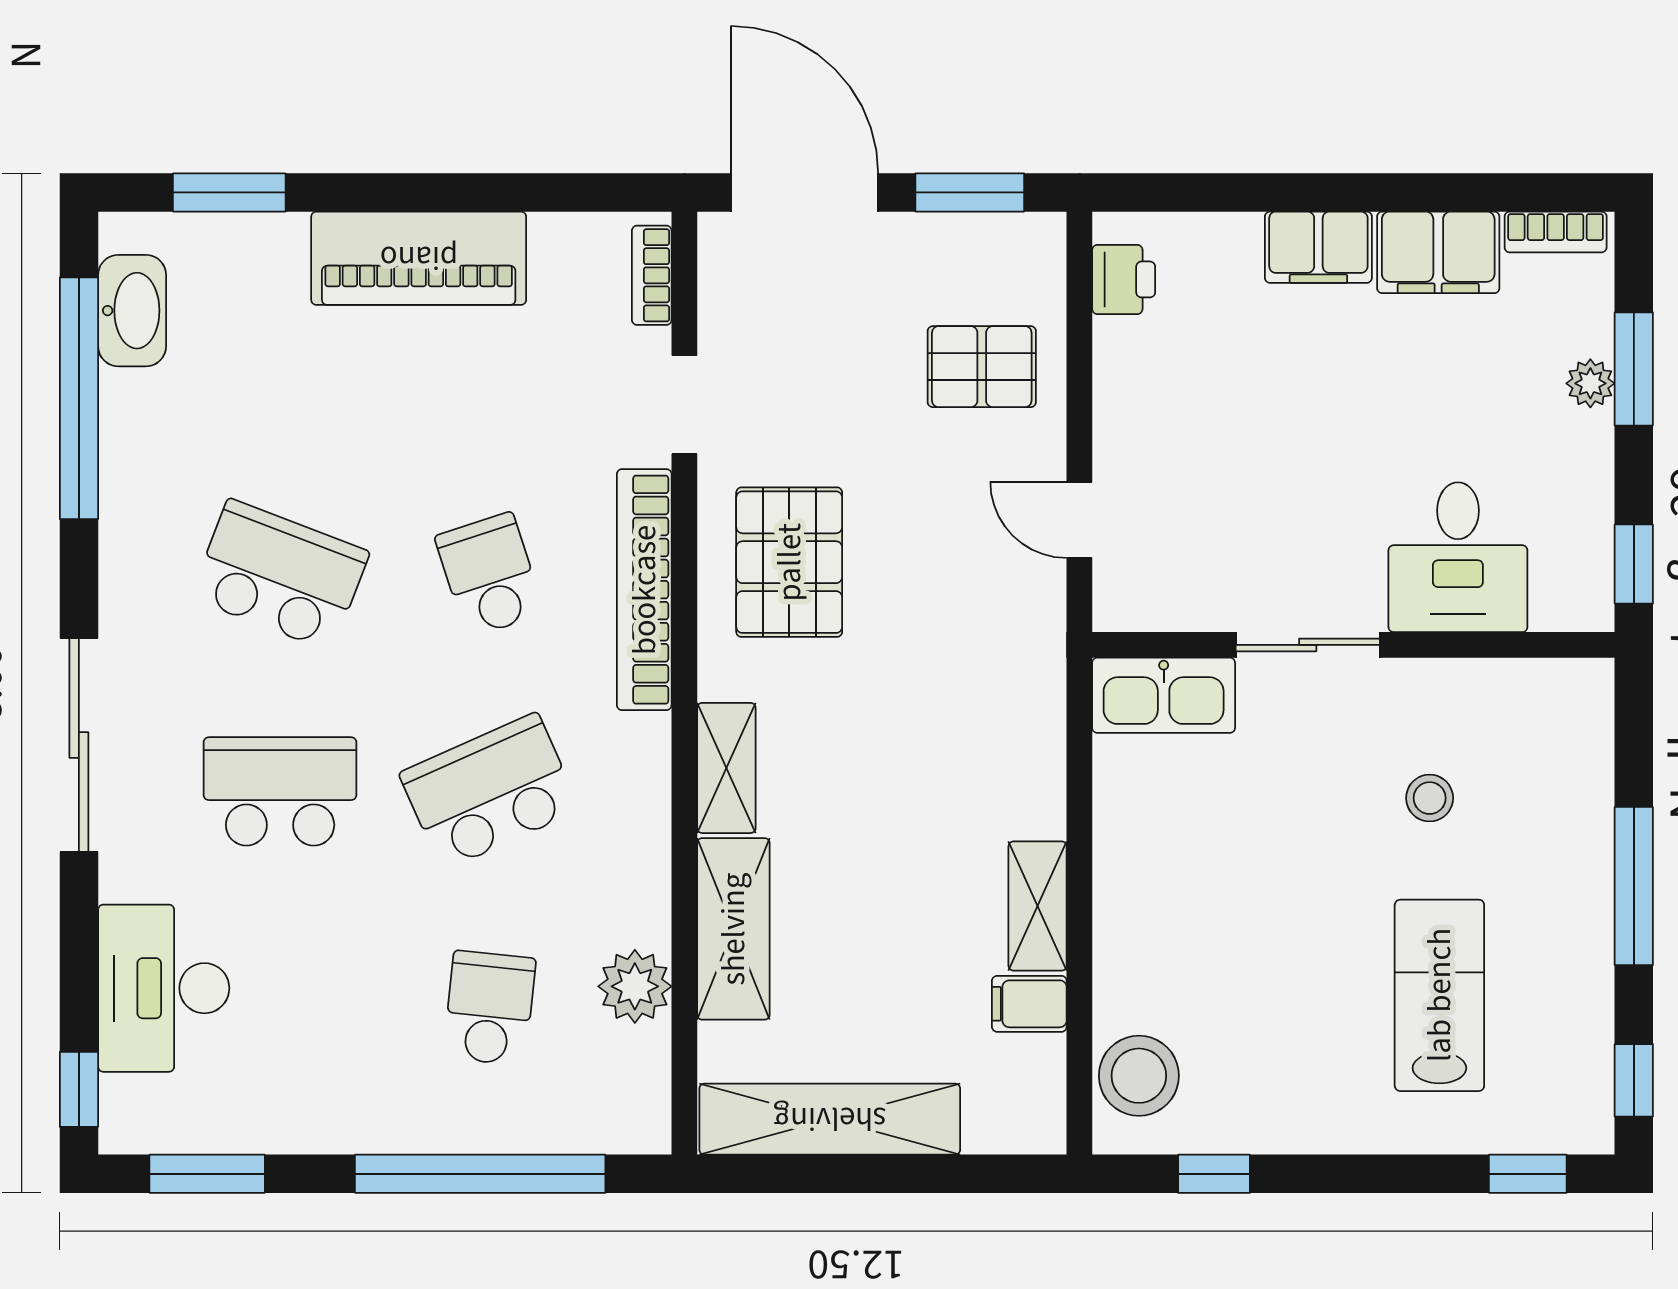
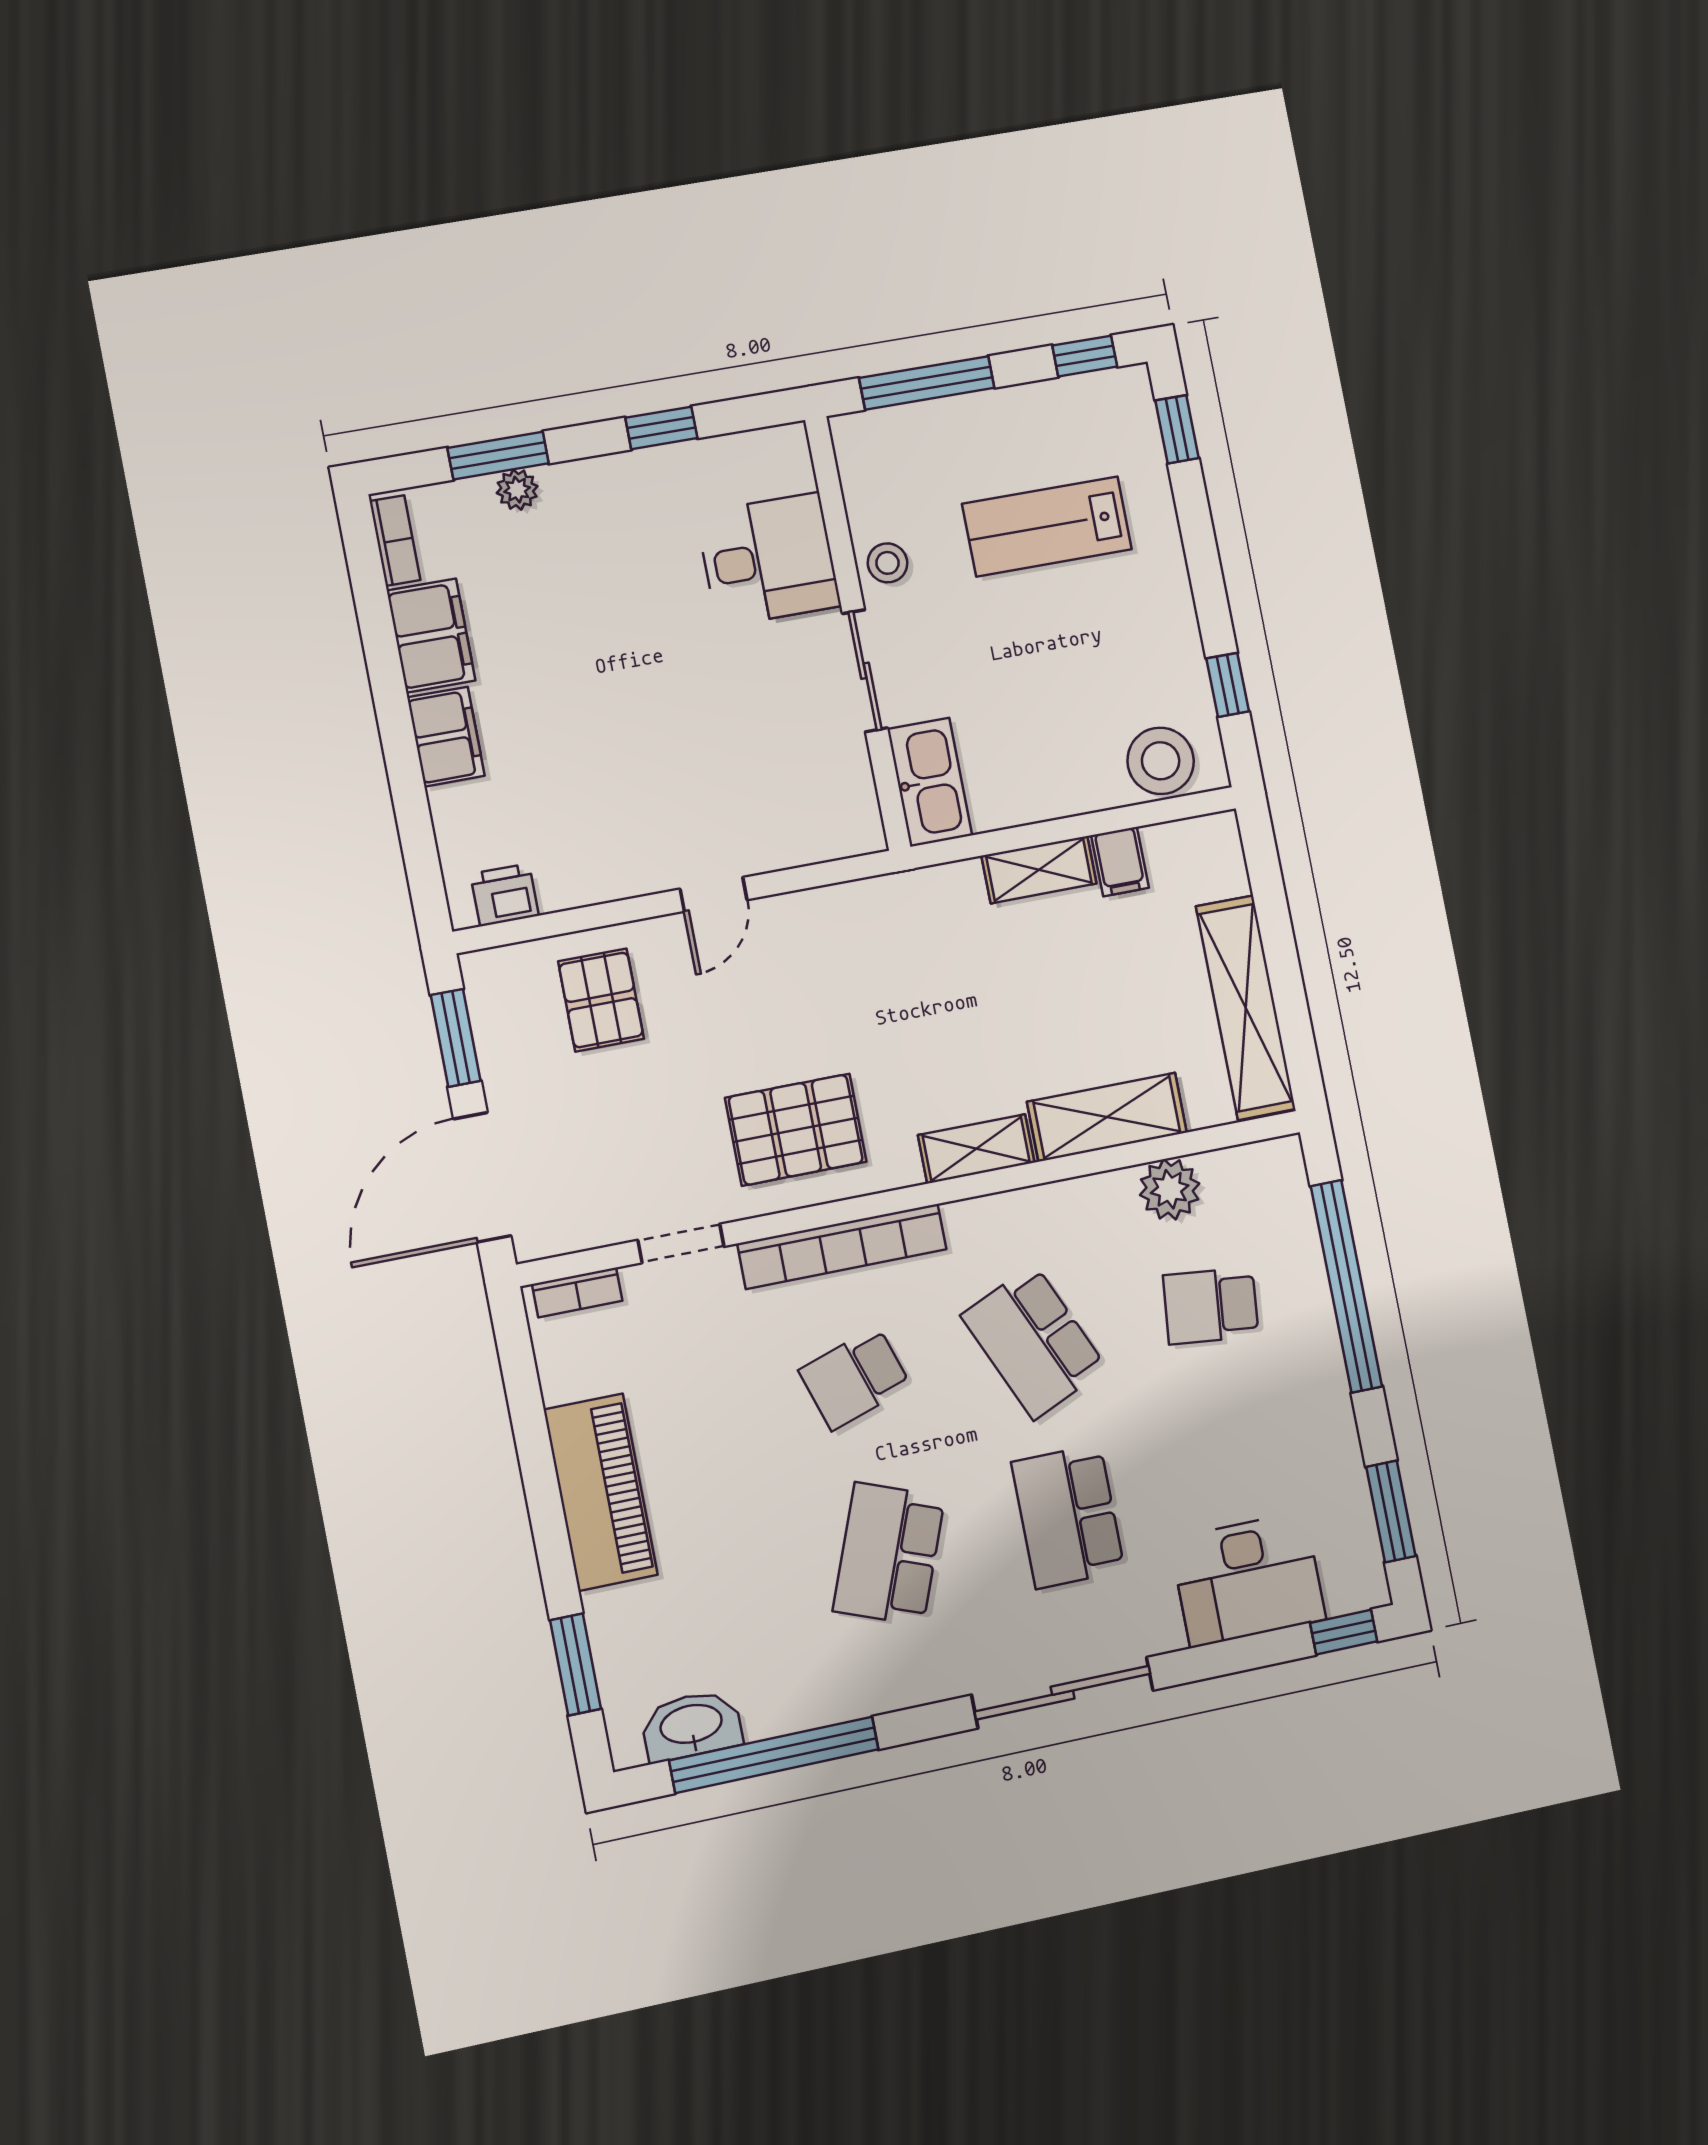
desk: (1458, 557) -> (768, 560), moved
sliding door: (1308, 645) -> (865, 671), moved
wall: (1353, 645) -> (858, 633), moved
kitchen sink: (1164, 695) -> (930, 782), moved

